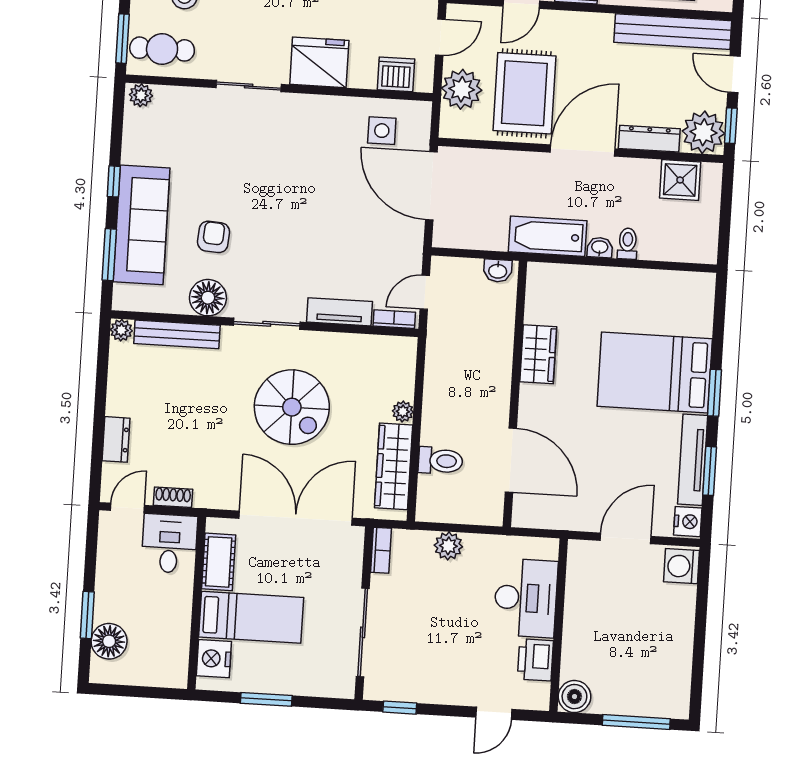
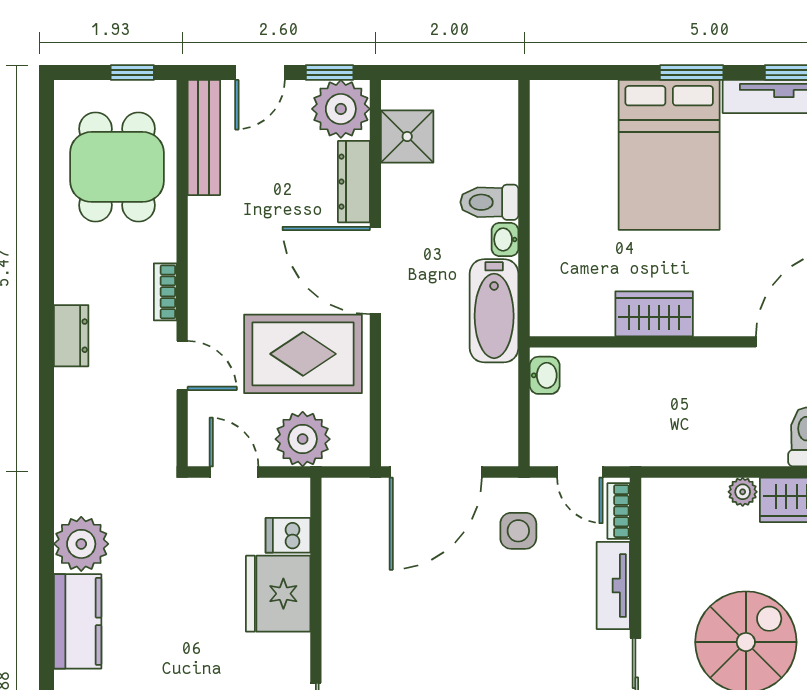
bench: (673, 32) -> (204, 138), width x0.73, depth x0.82
fridge: (319, 62) -> (278, 594), moved
dishwasher: (396, 74) -> (288, 535), width x0.73
side table: (382, 131) -> (518, 531), moved
toilet: (628, 244) -> (489, 202), width x1.37, depth x1.39

